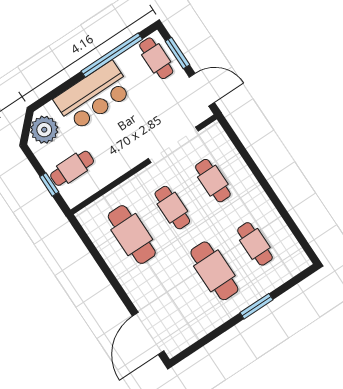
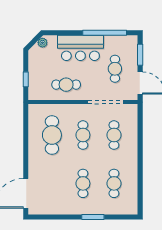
cafe table: (156, 58) -> (115, 69), moved
plant: (44, 130) -> (42, 43), width x0.53, depth x0.53
cafe table: (72, 168) -> (66, 85), moved
cafe table: (214, 271) -> (83, 183), width x0.73, depth x0.74

